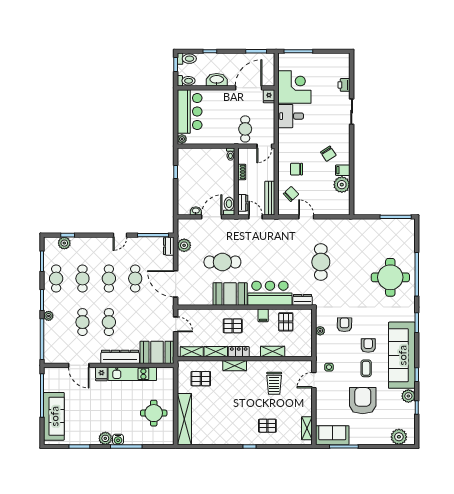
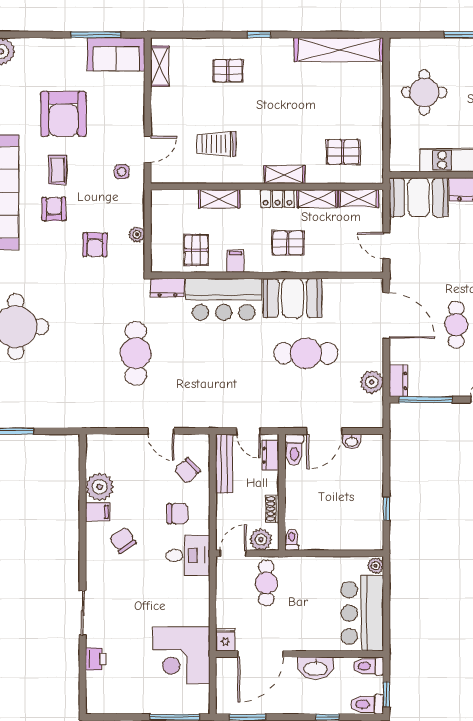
desk: (291, 116) -> (188, 555), moved
plant: (248, 154) -> (261, 540), added
armchair: (368, 346) -> (54, 209), turned 180
trolley: (274, 383) -> (216, 144), turned -90
shelving: (184, 419) -> (339, 50), moved, turned 90

